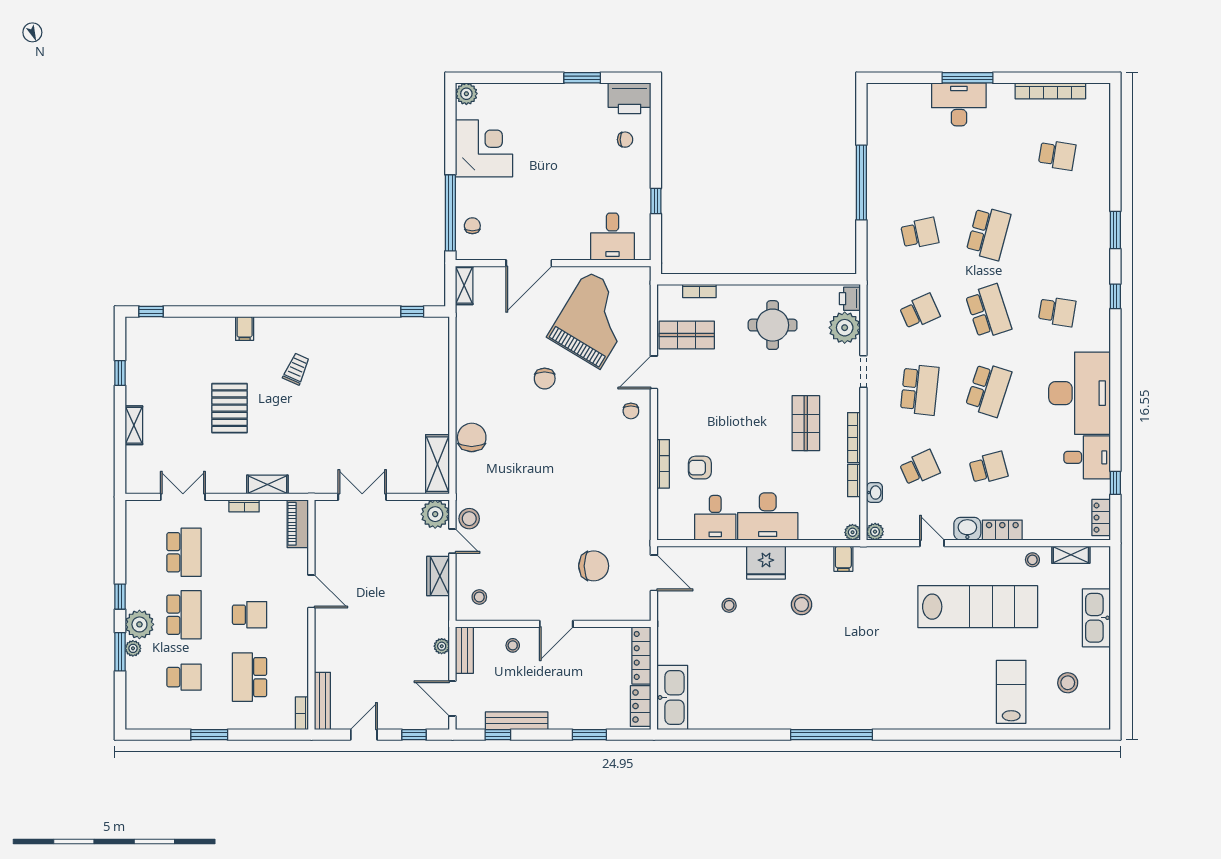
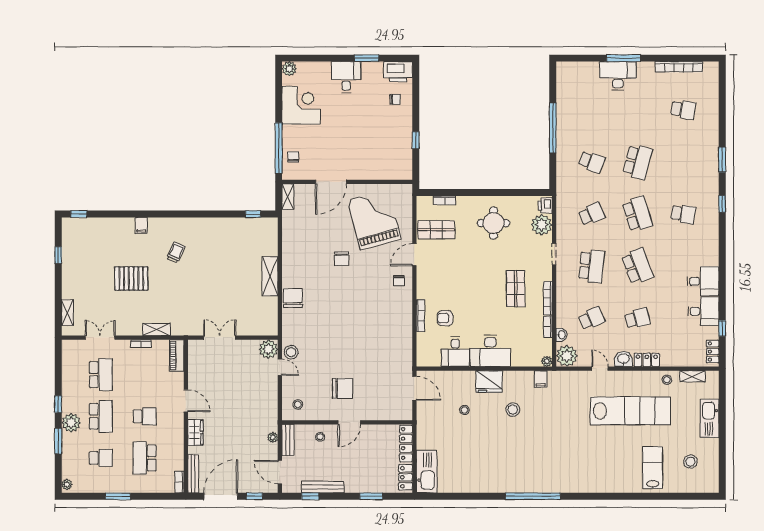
school desk: (920, 233) -> (592, 162), turned 33
desk: (612, 237) -> (346, 77), moved, turned 180
grand piano: (593, 320) -> (374, 220), turned -46
school desk: (988, 390) -> (637, 266), turned -39
desk: (1079, 393) -> (703, 281), width x0.53, depth x0.77
pallet: (230, 408) -> (131, 279), turned 90
shelving: (134, 425) -> (67, 313), moved
shelving: (438, 464) -> (270, 276), moved
plant: (875, 532) -> (567, 356), width x1.87, depth x1.87
chair: (594, 566) -> (343, 389), moved
wardrobe: (438, 576) -> (195, 432), moved, turned 180
plant: (133, 648) -> (67, 484), moved
door: (364, 735) -> (221, 496), width x1.87

